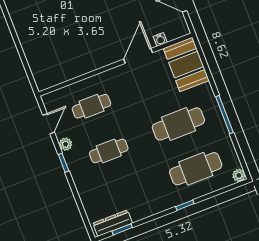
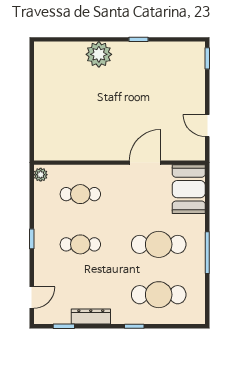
water cooler: (160, 39) -> (173, 155), removed
door: (49, 124) -> (32, 297), moved
plant: (66, 144) -> (41, 175), moved
plant: (239, 175) -> (198, 317), removed
dresser: (113, 223) -> (91, 317), moved

